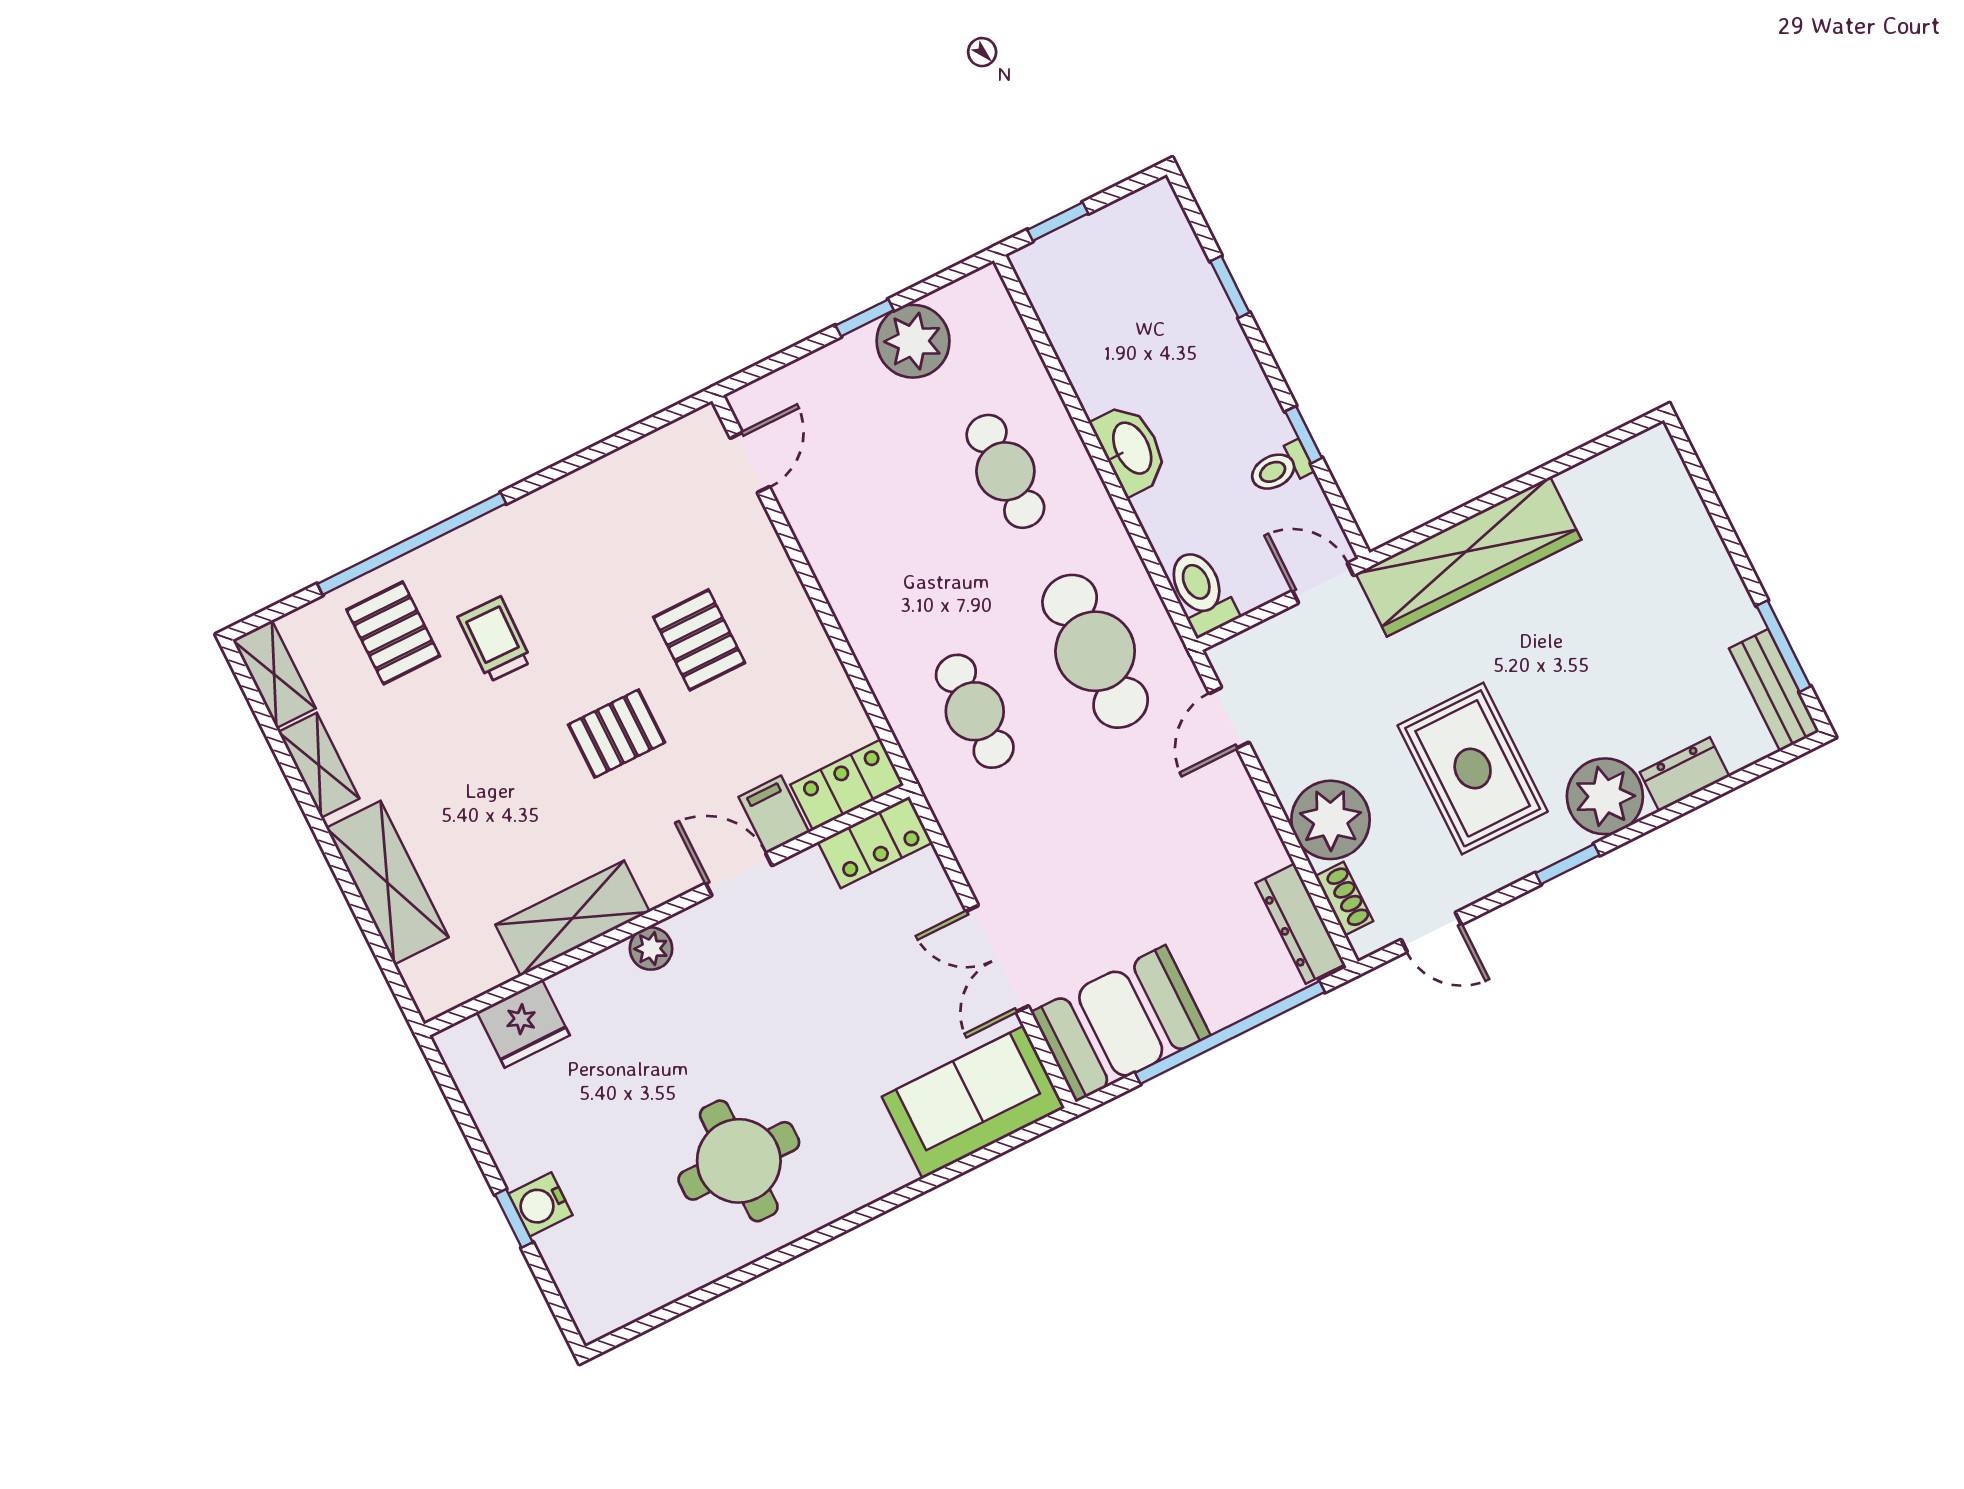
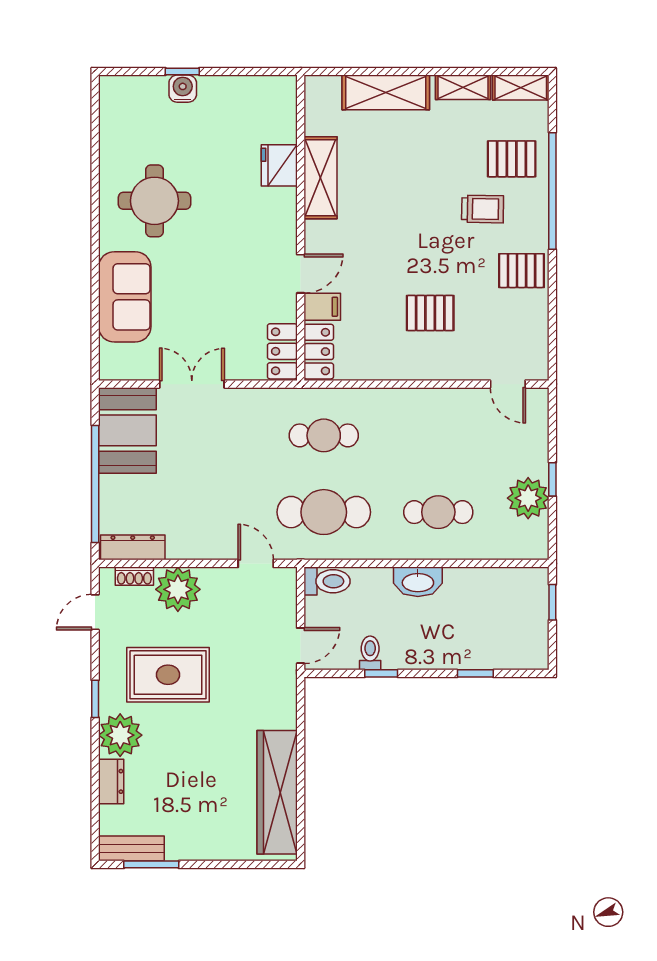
wardrobe: (1469, 557) -> (277, 792), moved
pallet: (617, 734) -> (522, 271), moved, turned 90
plant: (651, 949) -> (285, 210), removed
fridge: (523, 1024) -> (279, 165), moved
sofa: (973, 1102) -> (125, 297), moved

